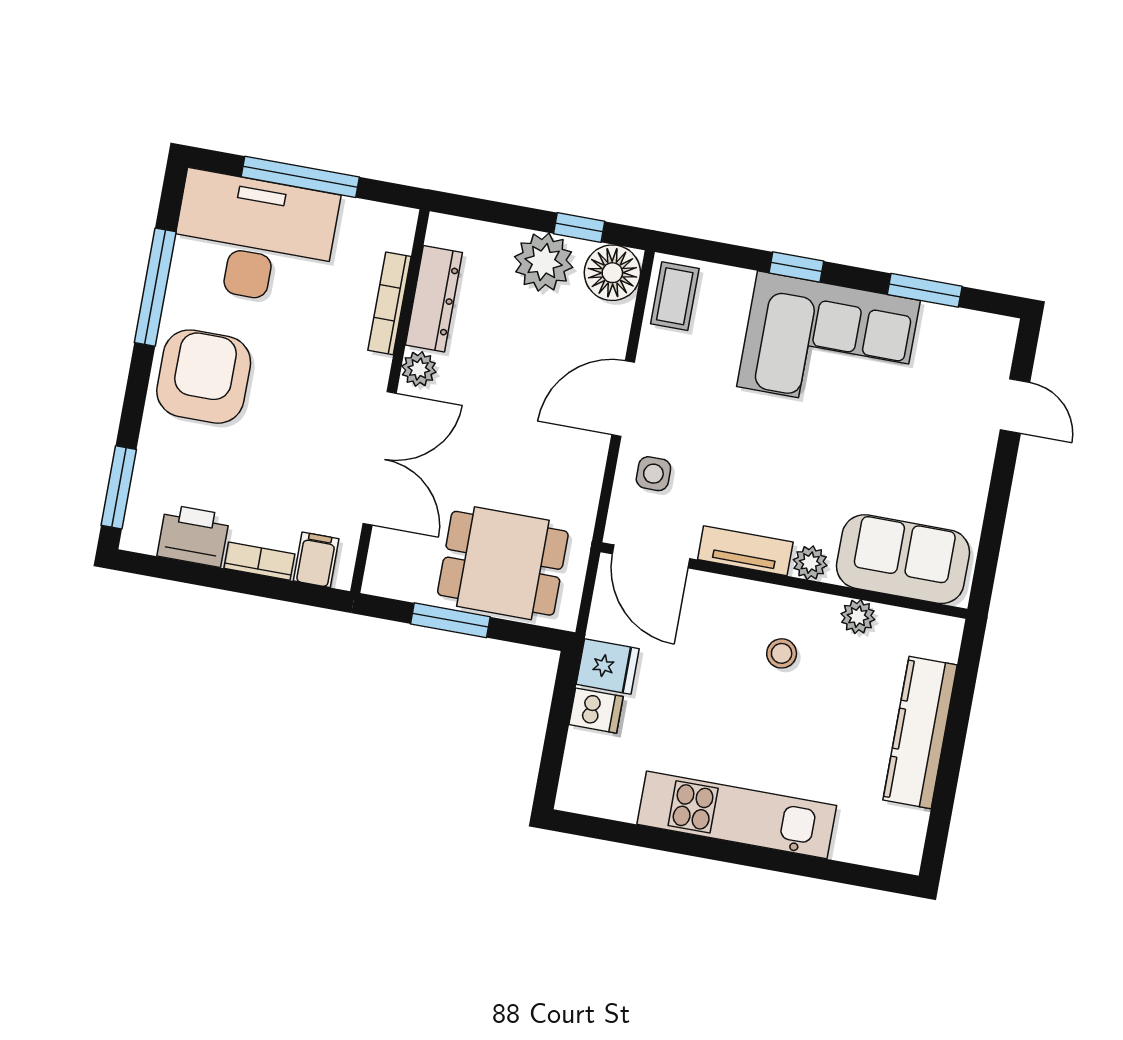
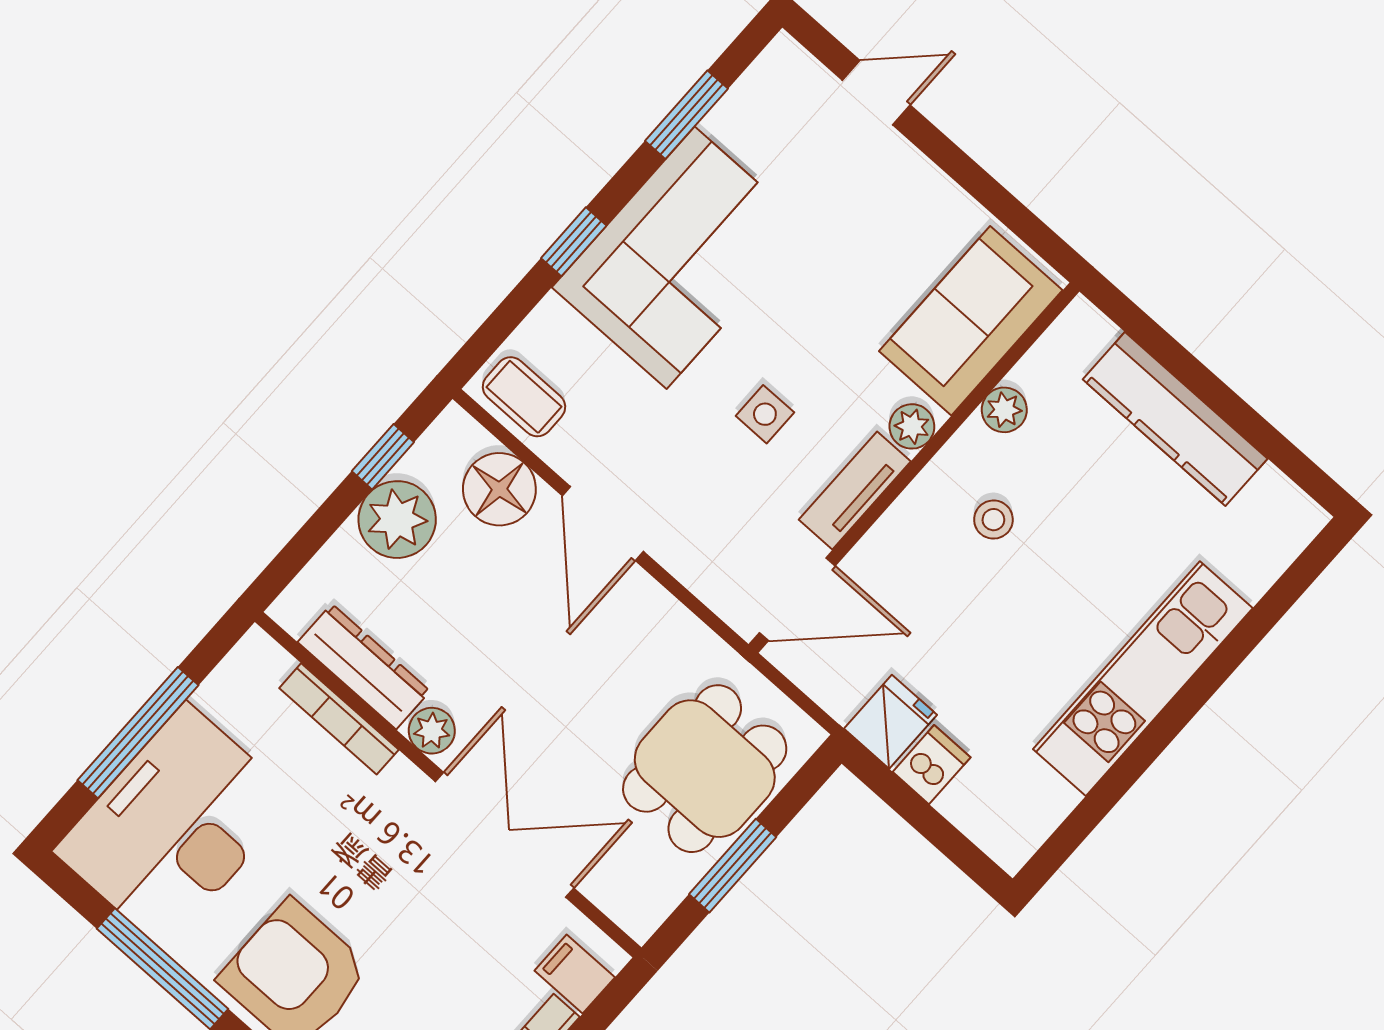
floor lamp: (612, 273) -> (499, 489), moved
side table: (653, 474) -> (765, 414), moved

